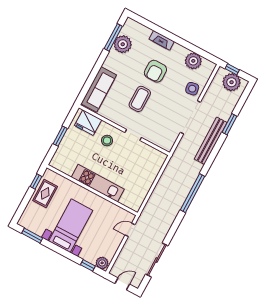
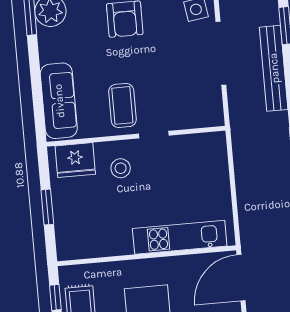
coffee table: (140, 99) -> (122, 105), moved
kitchen unit: (98, 183) -> (180, 237), moved
door: (130, 230) -> (241, 278), width x1.88

